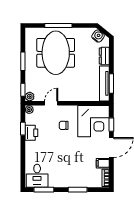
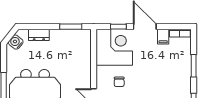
tv unit: (104, 83) -> (71, 35), removed

